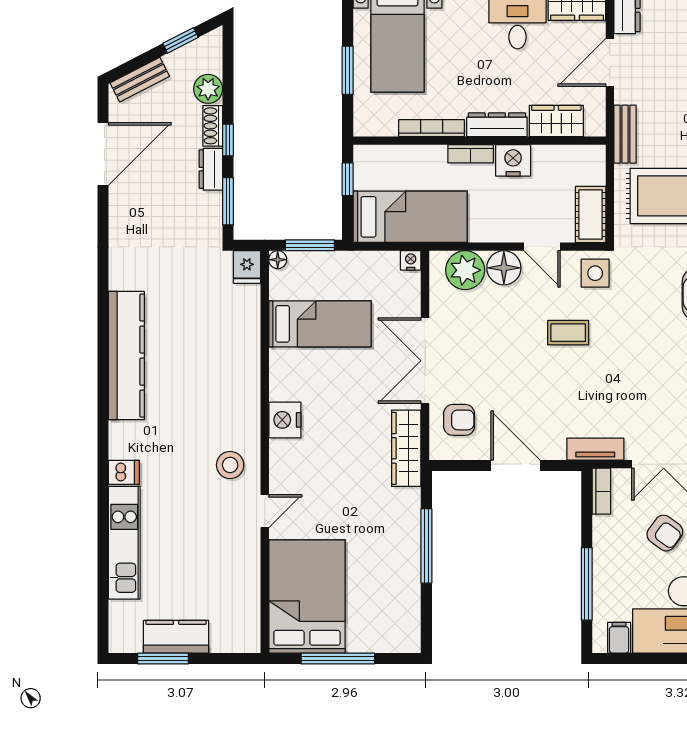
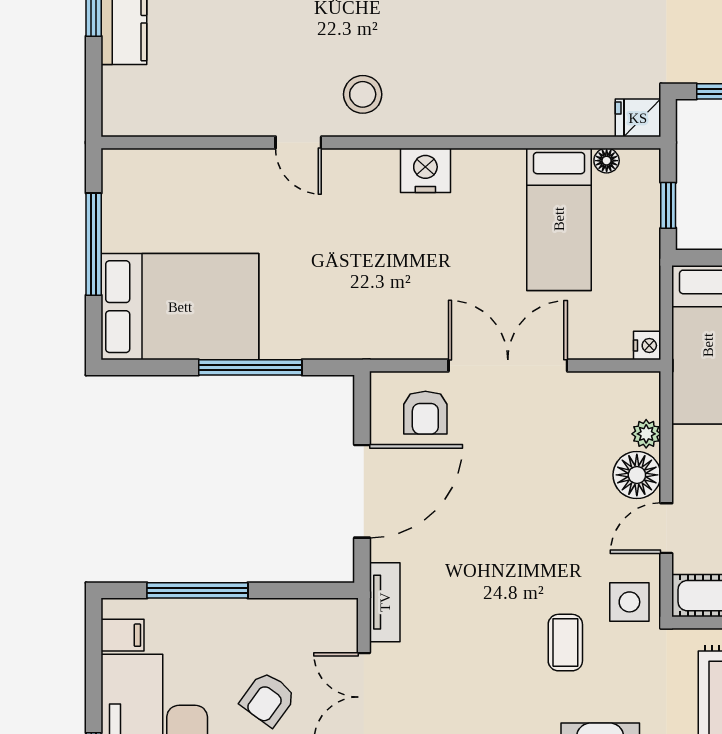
window: (310, 245) -> (668, 205), width x0.67
floor lamp: (278, 260) -> (607, 161), moved
plant: (465, 270) -> (646, 434), width x0.53, depth x0.53
coffee table: (568, 333) -> (565, 643), moved
wardrobe: (406, 448) -> (386, 339), removed
door: (516, 465) -> (362, 491), width x1.36
bookcase: (601, 491) -> (326, 611), removed
bed: (307, 596) -> (180, 307), moved

